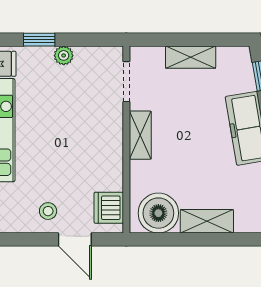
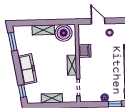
dishwasher: (109, 208) -> (85, 51), moved

